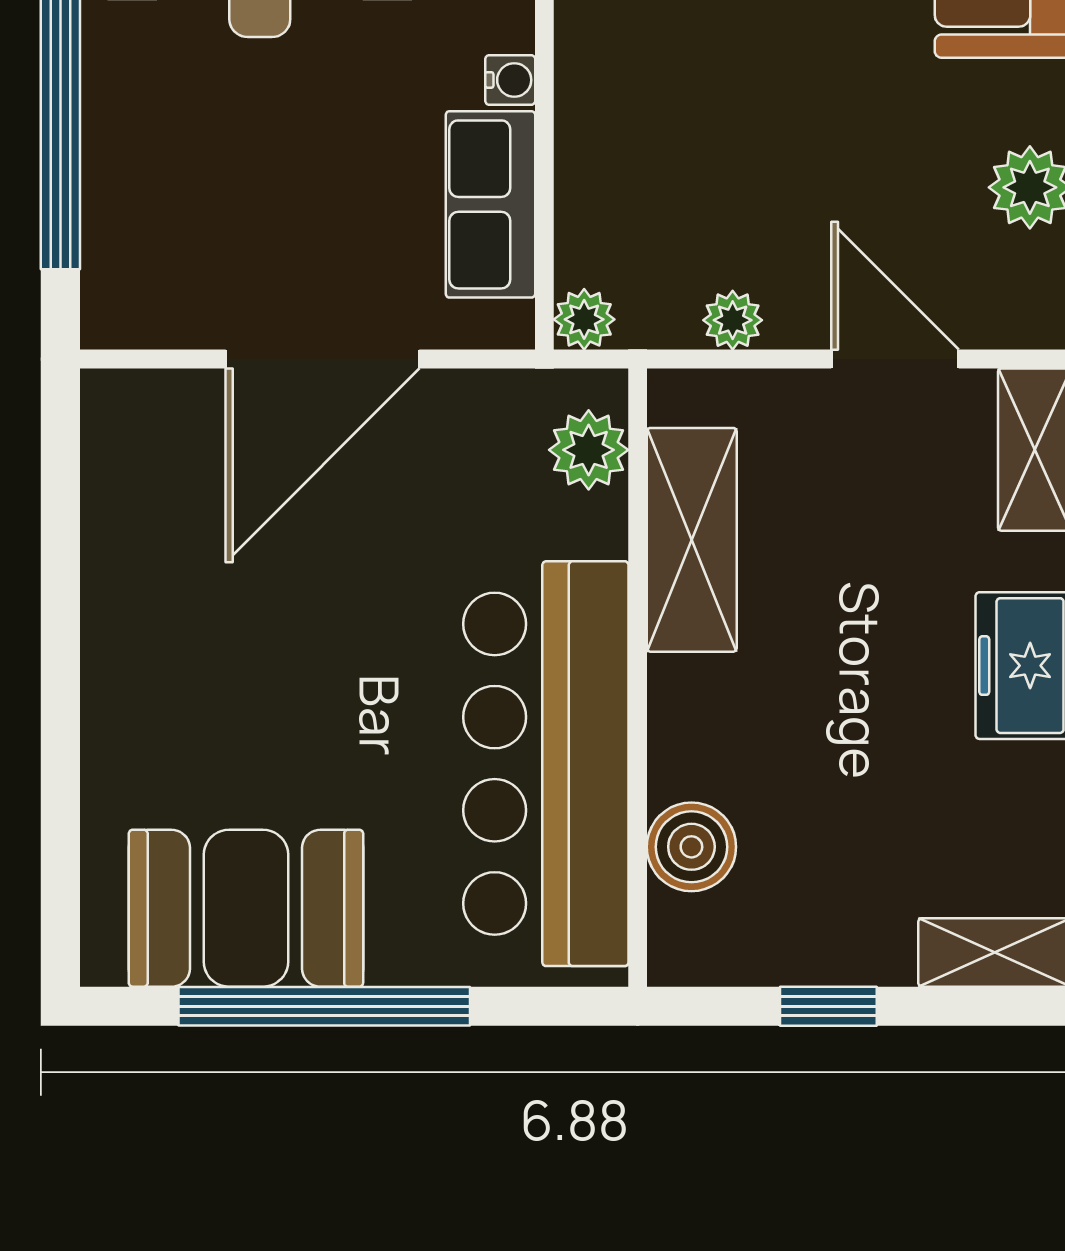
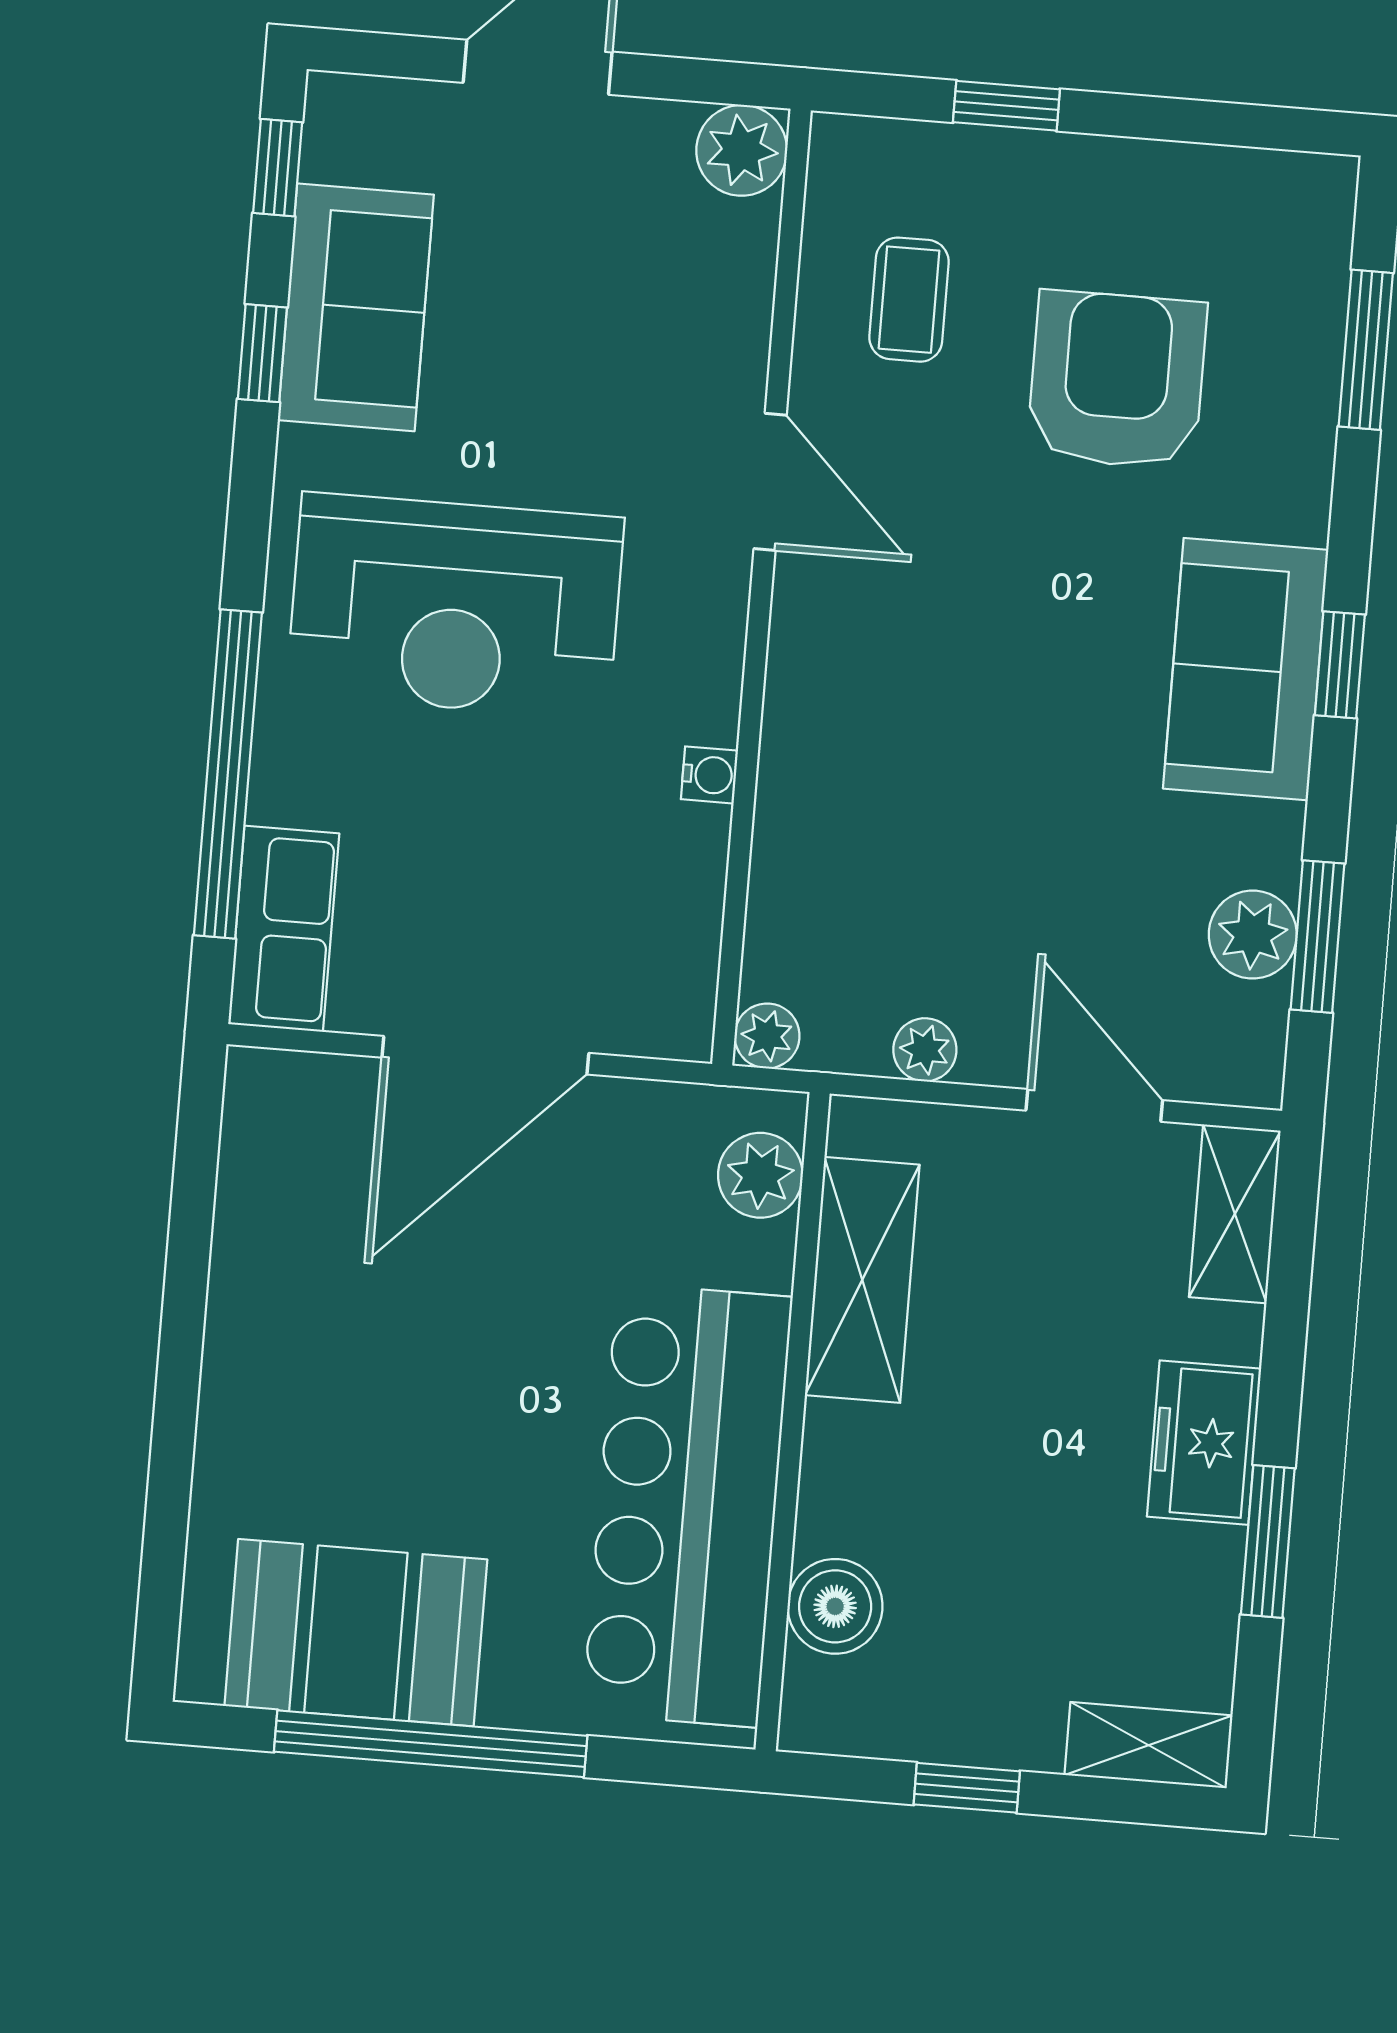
row of seats: (490, 204) -> (284, 929), moved, turned 180

